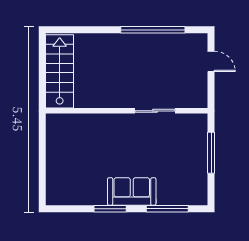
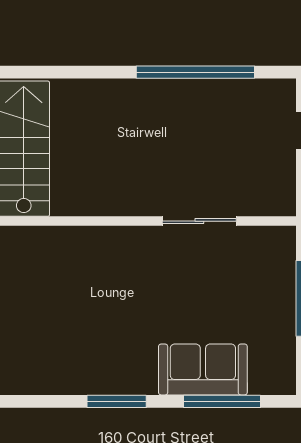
sofa: (132, 191) -> (203, 369), moved

